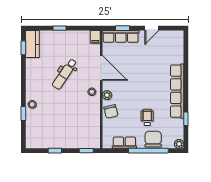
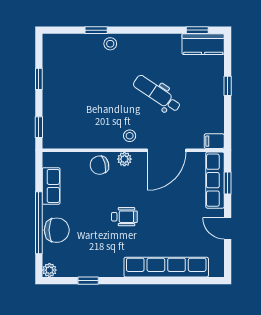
row of seats: (177, 91) -> (166, 267), moved
wheelchair: (147, 117) -> (124, 217), moved

